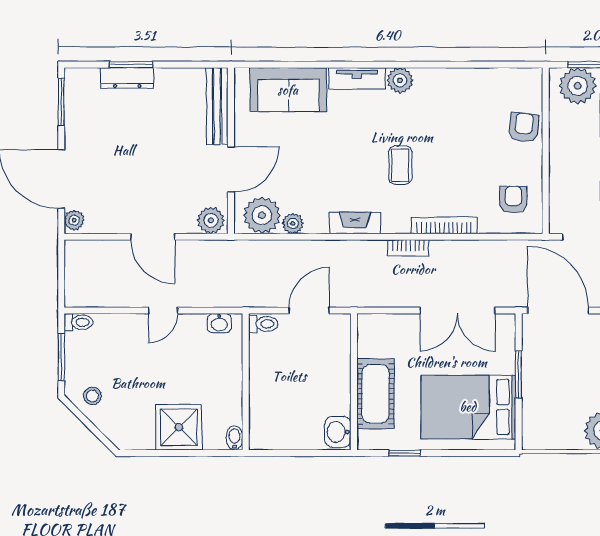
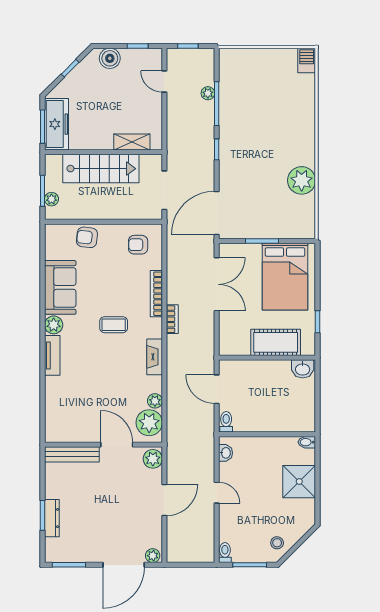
plant: (578, 86) -> (51, 199), width x0.53, depth x0.53
sofa: (288, 90) -> (60, 287), moved

